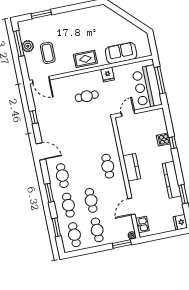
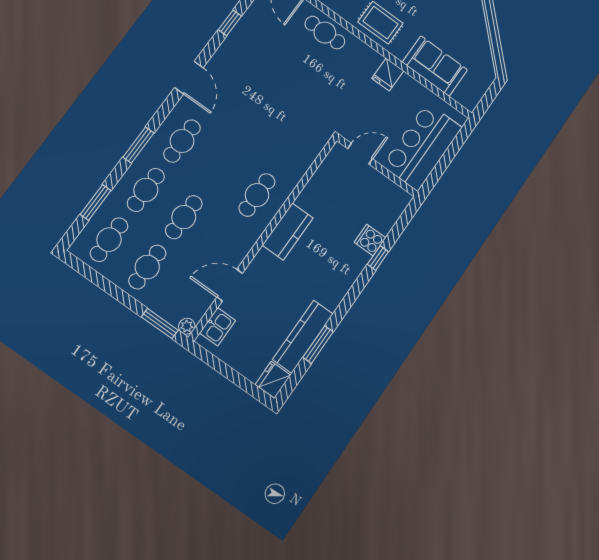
window: (160, 80) -> (448, 156), removed
cafe table: (87, 96) -> (325, 33), moved
kitchen counter: (172, 180) -> (303, 337), moved

